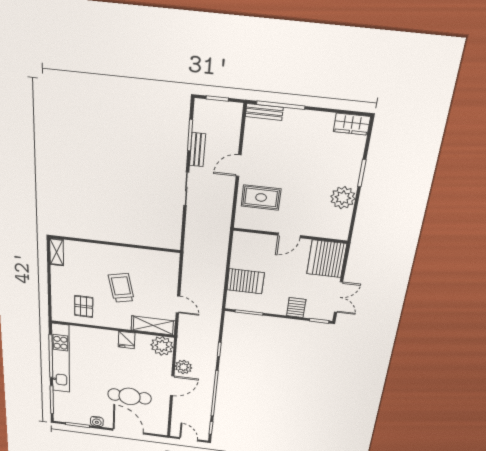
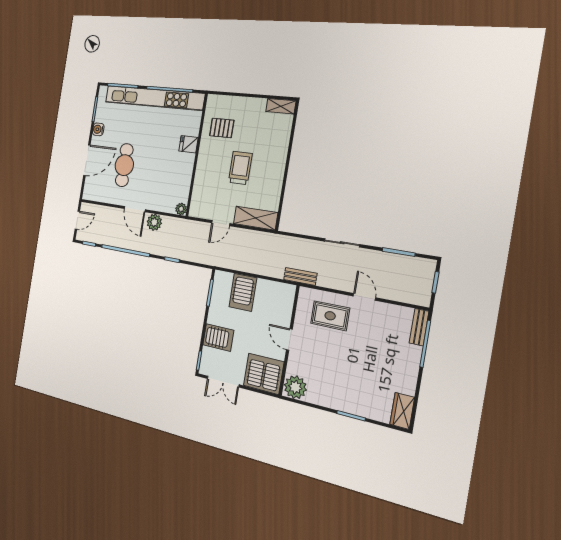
bench: (197, 150) -> (300, 276), moved
rug: (261, 197) -> (330, 316), turned 90
plant: (343, 198) -> (295, 387), moved
trolley: (121, 288) -> (240, 168), turned -77
server rack: (296, 308) -> (218, 338), width x1.36, depth x1.44
shelving: (153, 325) -> (255, 218), moved, turned 90
fridge: (127, 340) -> (188, 144), moved
plant: (162, 346) -> (181, 209), width x0.53, depth x0.53
kitchen unit: (61, 358) -> (154, 98), width x1.36

